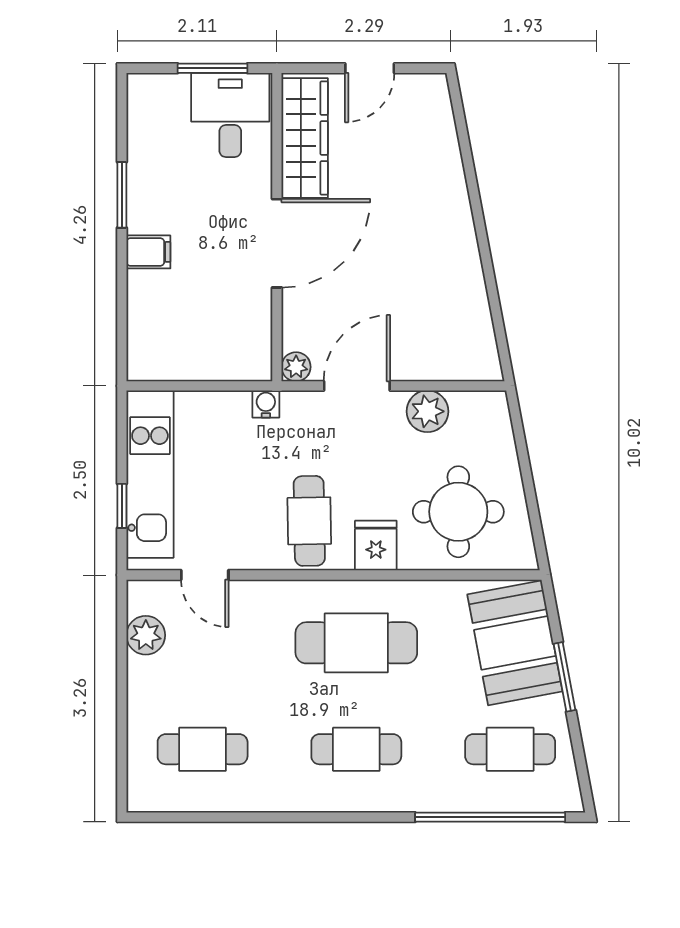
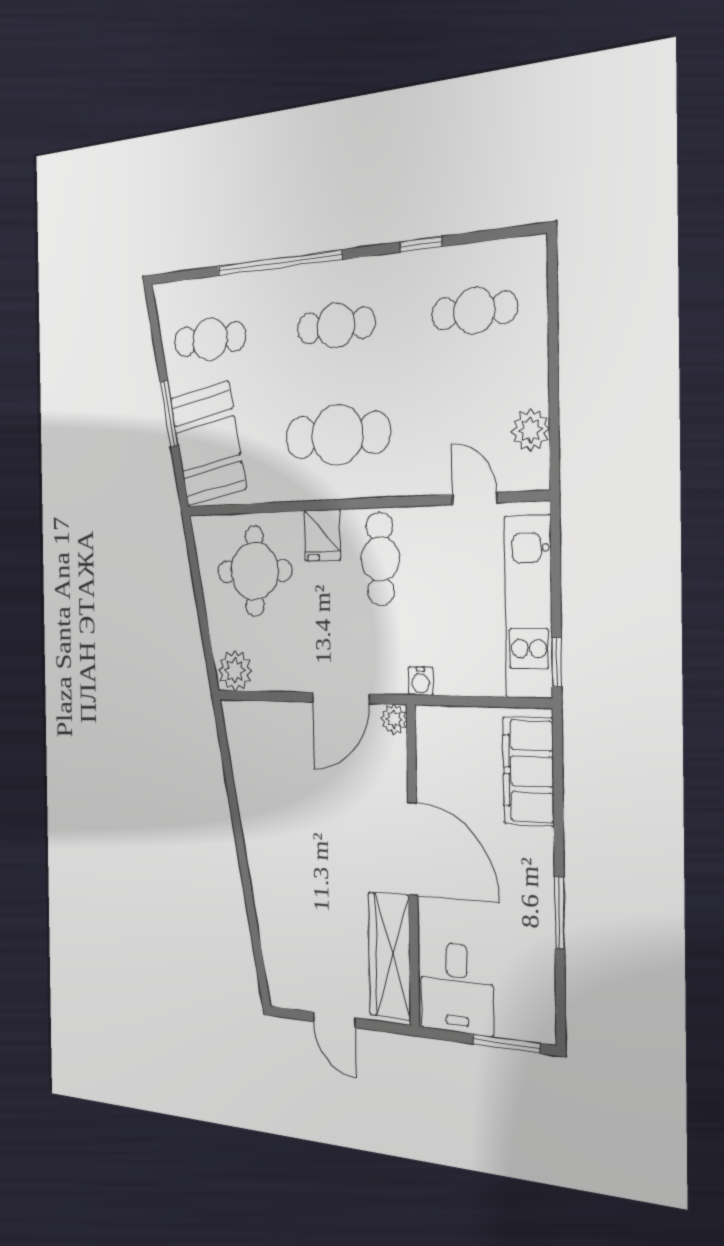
window: (213, 68) -> (506, 1044), moved
door: (370, 68) -> (334, 1020), swing flipped
door: (277, 243) -> (413, 849), swing flipped
filing cabinet: (148, 252) -> (528, 771), moved, width x3.00, depth x1.17
plant: (427, 411) -> (235, 670), moved
window: (122, 506) -> (557, 662), moved
window: (259, 817) -> (421, 244), added
window: (490, 817) -> (279, 263), moved

